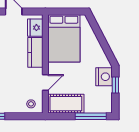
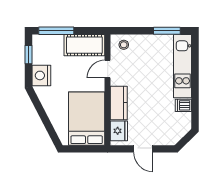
window: (115, 85) -> (29, 55), moved

